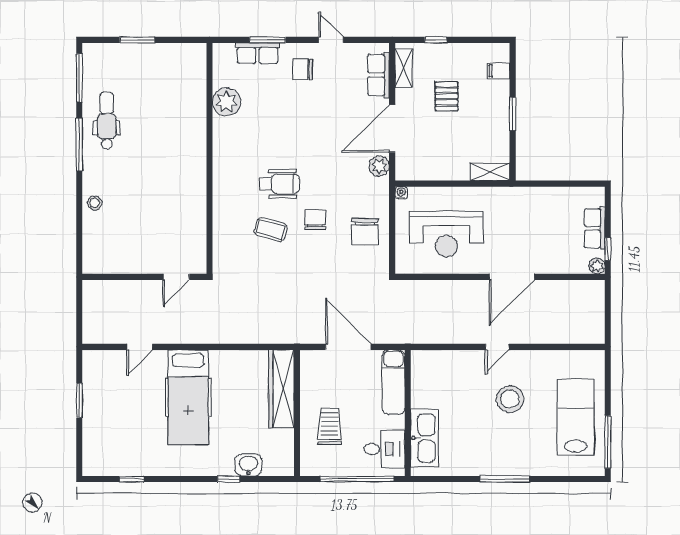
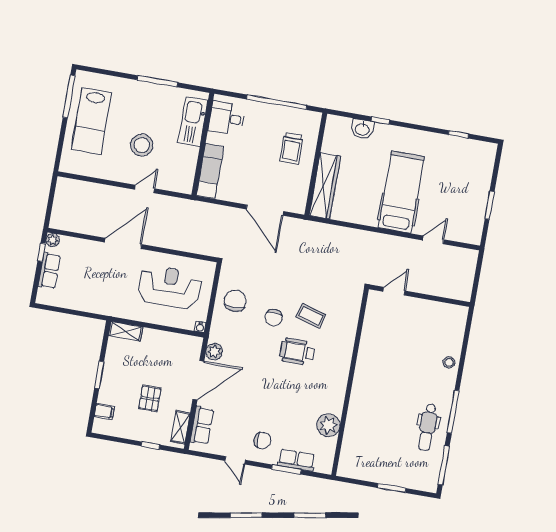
exam couch: (393, 382) -> (210, 171), moved
wall: (408, 413) -> (203, 144), moved
kitchen sink: (424, 438) -> (193, 122), moved
desk: (384, 449) -> (227, 118), moved

